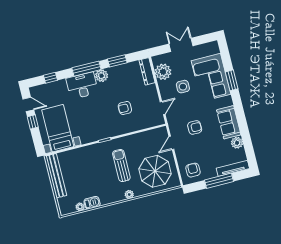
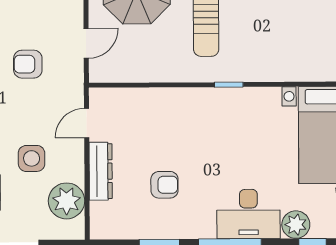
dresser: (147, 71) -> (101, 171), moved
plant: (102, 76) -> (296, 225), moved
armchair: (125, 108) -> (164, 185), moved

